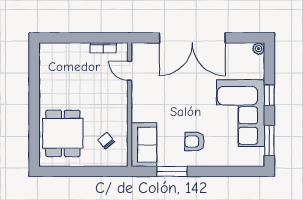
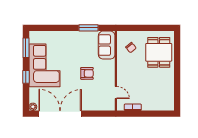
double door: (192, 38) -> (60, 114), moved
armchair: (194, 142) -> (87, 73), moved

